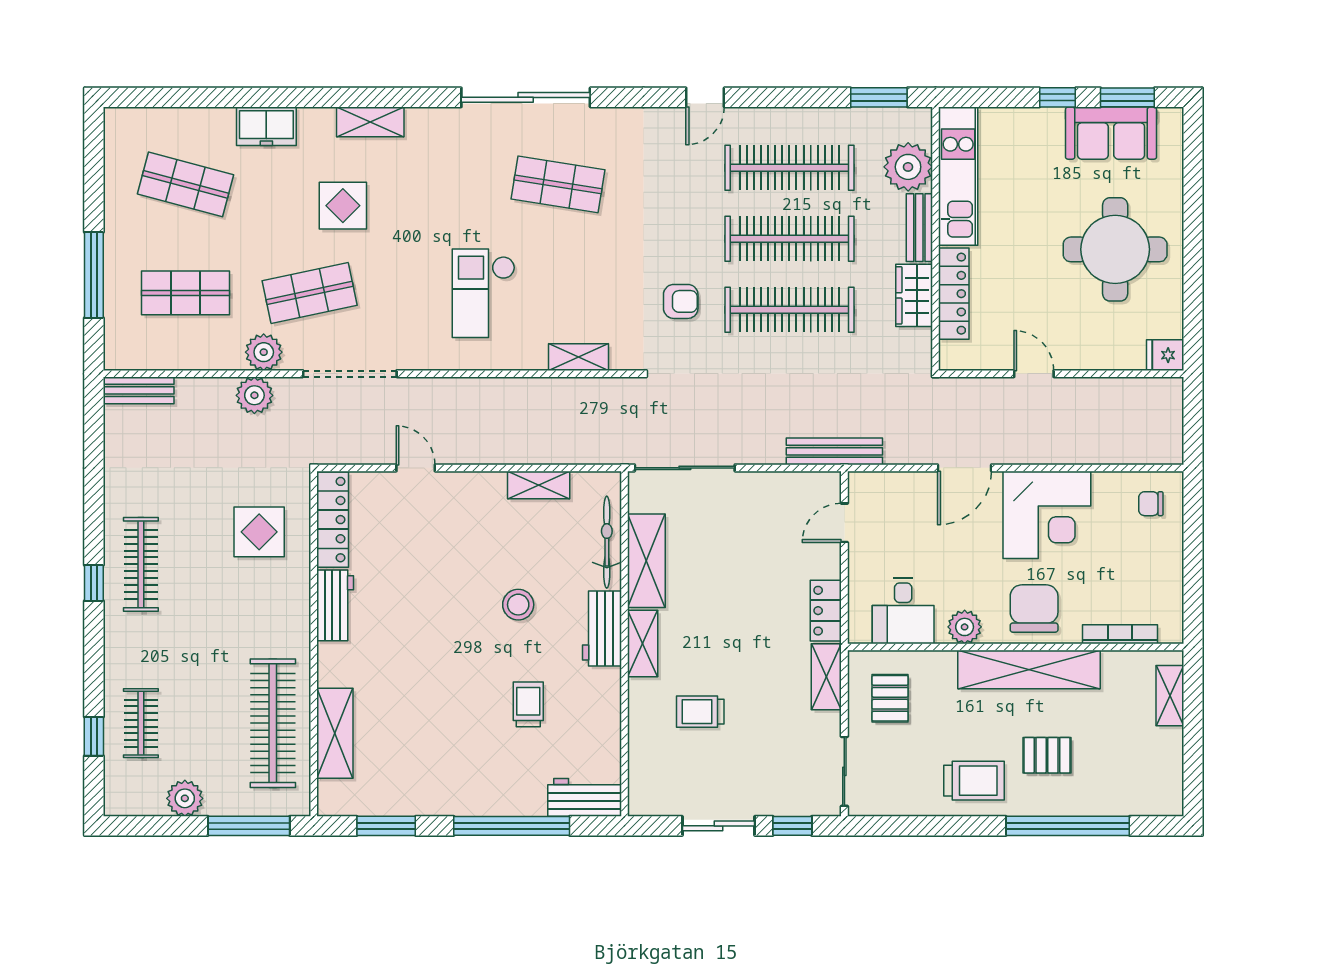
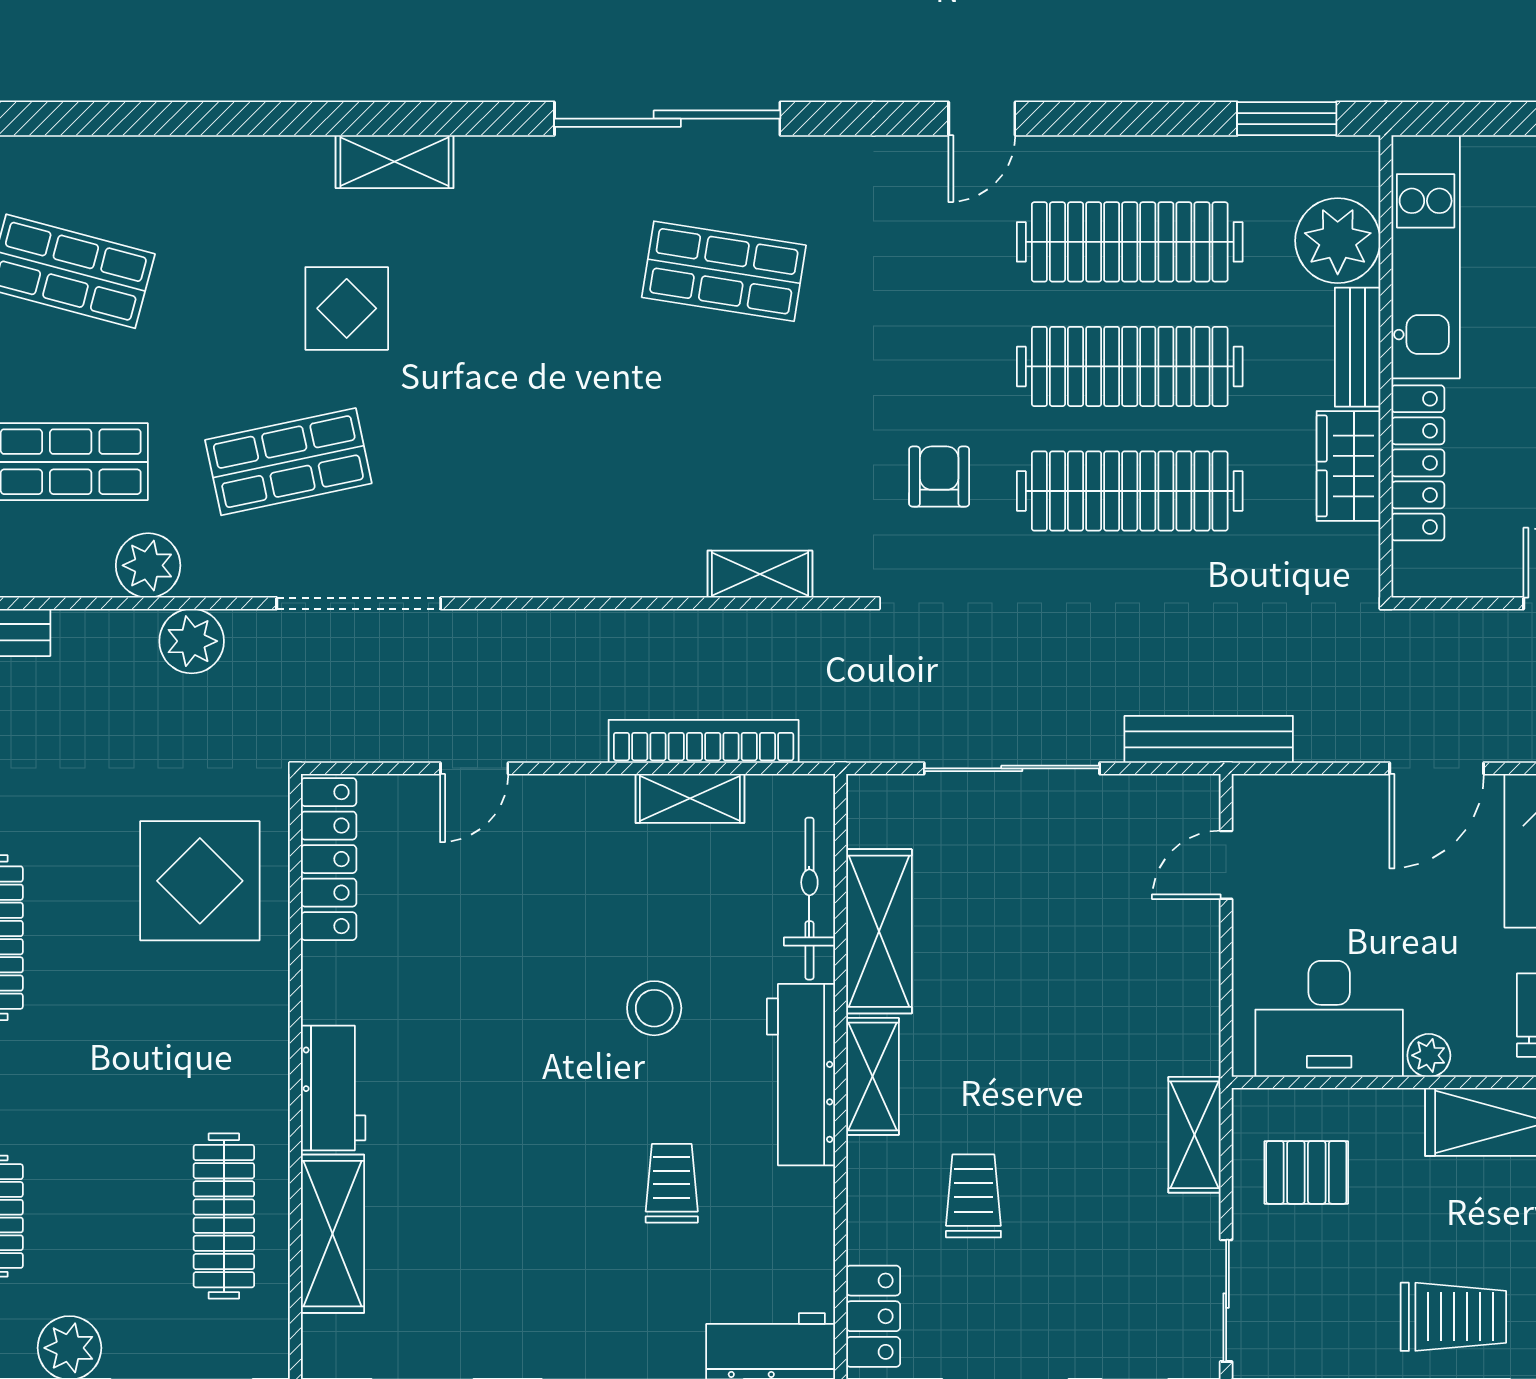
freezer: (266, 126) -> (213, 169), removed
checkout: (483, 293) -> (593, 462), removed
armchair: (681, 301) -> (939, 477), turned -90
plant: (264, 352) -> (148, 565), moved
bookcase: (546, 452) -> (704, 741), added
door: (416, 468) -> (474, 768), swing flipped
sliding door: (685, 468) -> (1012, 768), moved
display table: (259, 532) -> (200, 881), width x1.36, depth x1.36
workbench: (335, 605) -> (333, 1088), moved
locker: (826, 611) -> (873, 1316), moved, turned 180
desk: (903, 611) -> (1329, 1019), width x1.37
plant: (965, 627) -> (1429, 1055), width x0.73, depth x0.73
workbench: (602, 628) -> (801, 1075), width x1.38
pallet: (890, 698) -> (1306, 1172), turned 90
trolley: (700, 712) -> (973, 1196), turned 90
clothes rail: (273, 723) -> (224, 1216), width x0.73, depth x0.76

